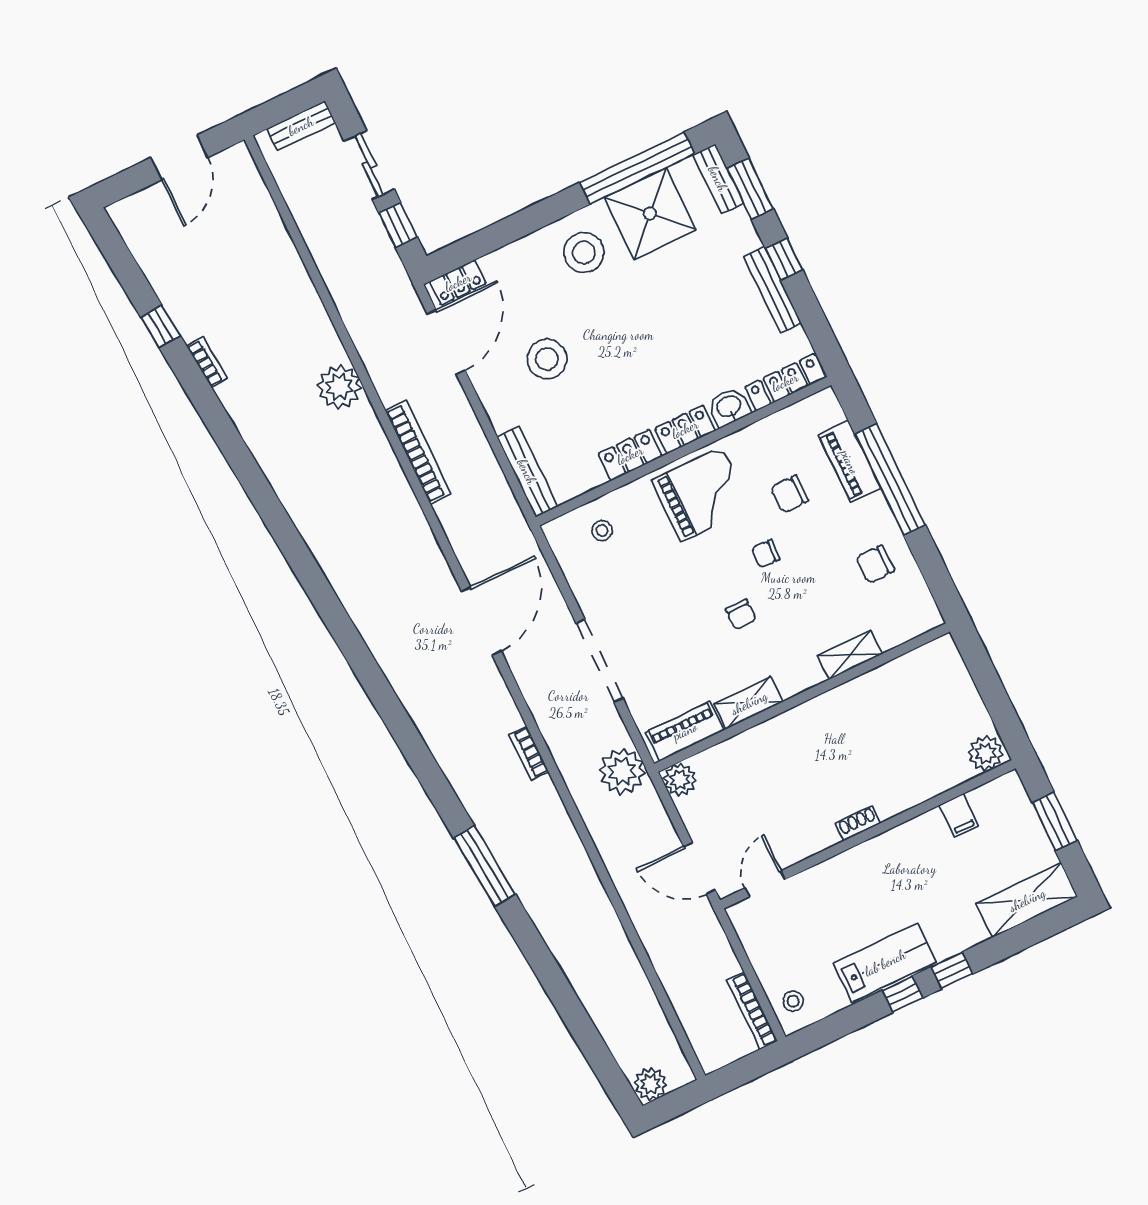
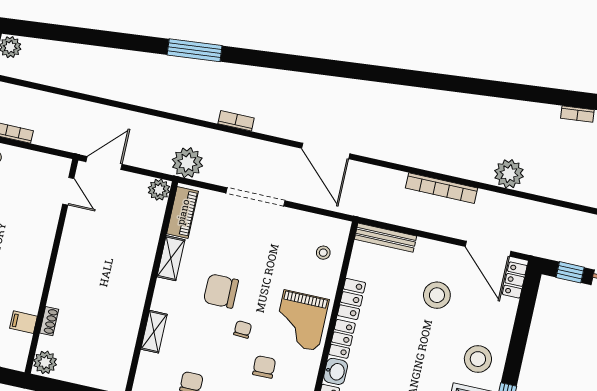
chair: (741, 614) -> (221, 291), width x1.87, depth x1.87
shoe rack: (858, 823) -> (49, 321), moved

